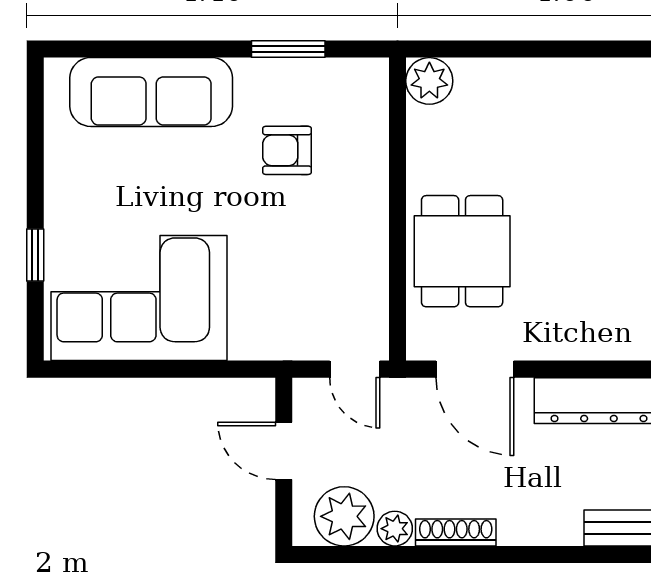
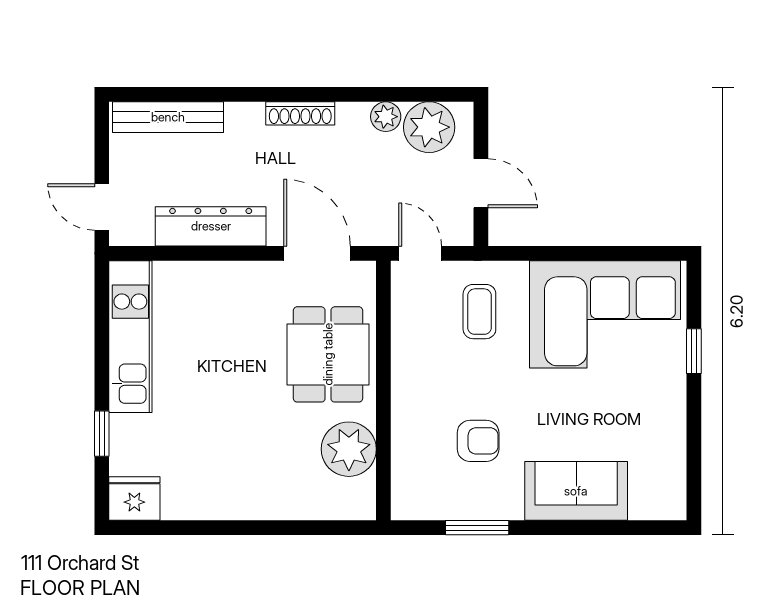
plant: (429, 81) -> (349, 449), moved, width x1.36, depth x1.36
sofa: (151, 92) -> (576, 491), width x0.73
coffee table: (285, 301) -> (479, 312), added
shoe rack: (456, 532) -> (300, 113), moved

